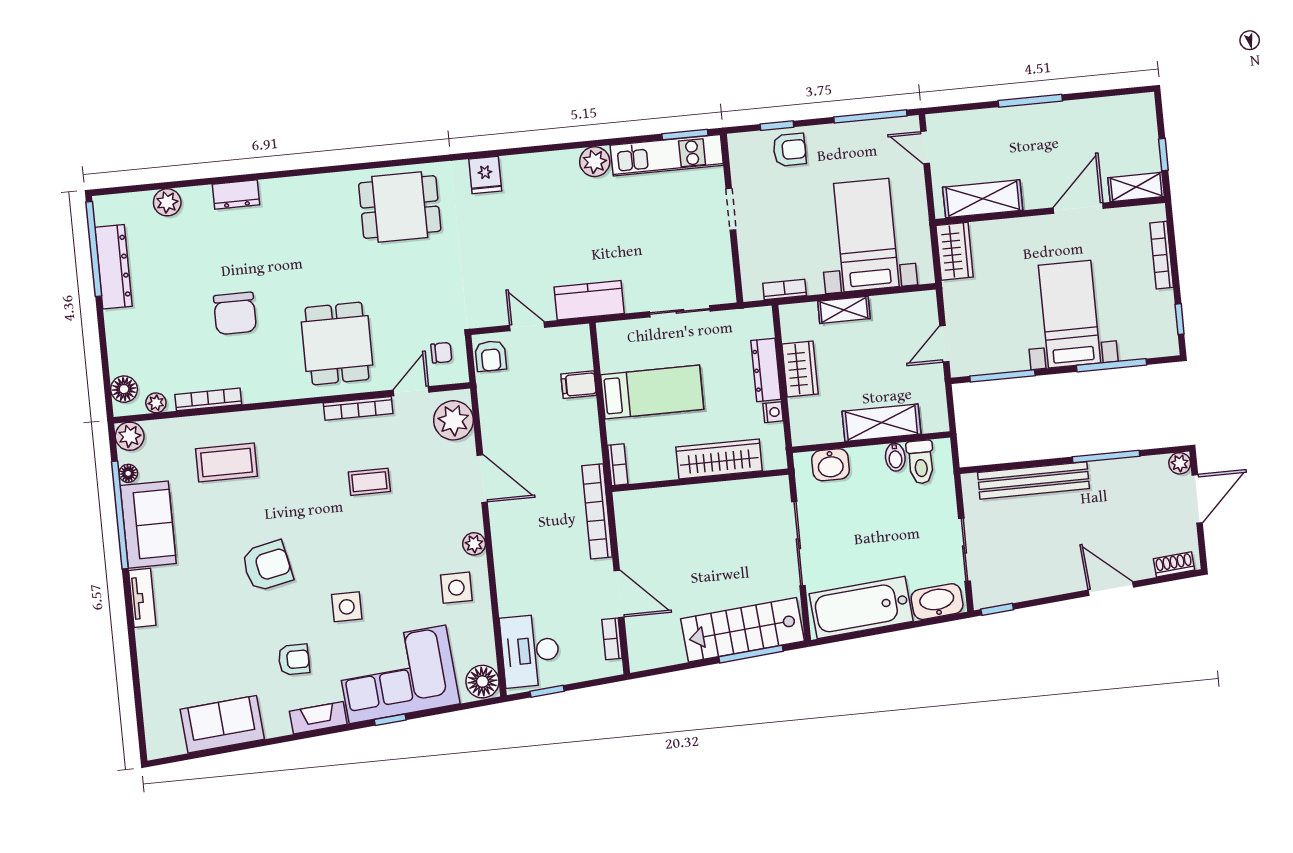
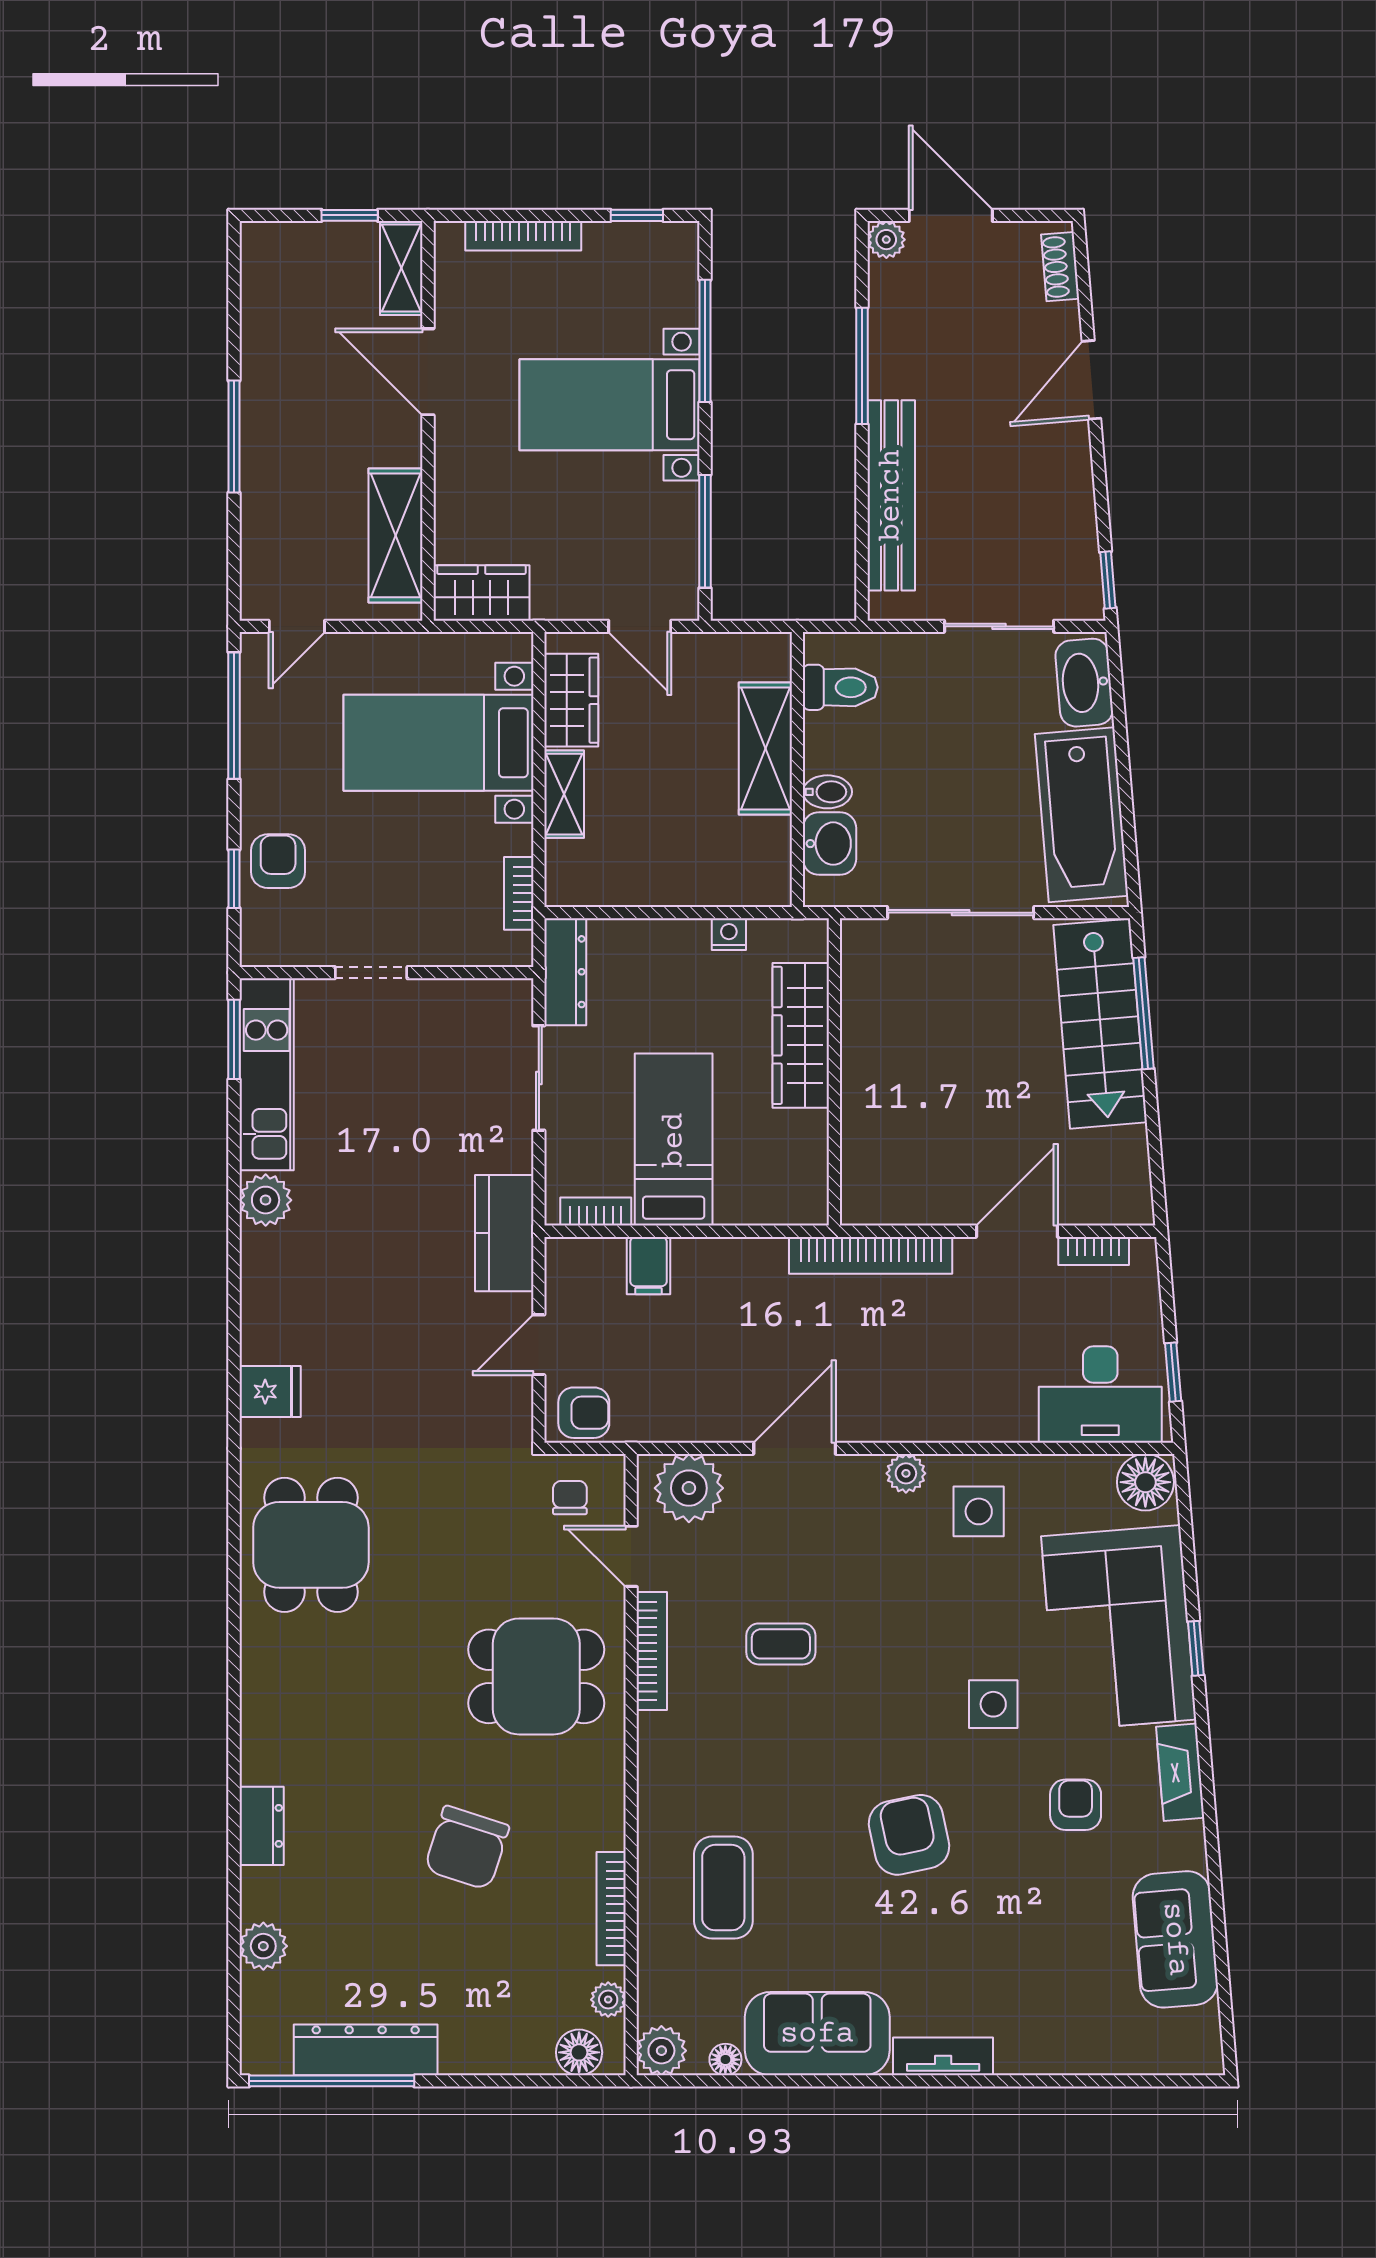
chair: (235, 313) -> (467, 1848), turned 108
wardrobe: (800, 369) -> (571, 700), moved, turned 90
dresser: (766, 370) -> (565, 972), moved, turned -90
bidet: (895, 457) -> (827, 792), moved
bookcase: (618, 465) -> (596, 1212), moved
coffee table: (369, 482) -> (781, 1644), turned 90
window: (120, 515) -> (796, 2081), removed

